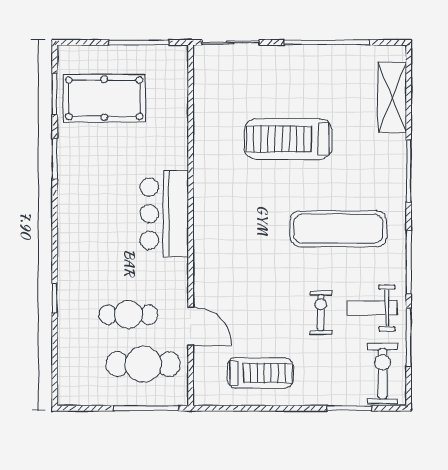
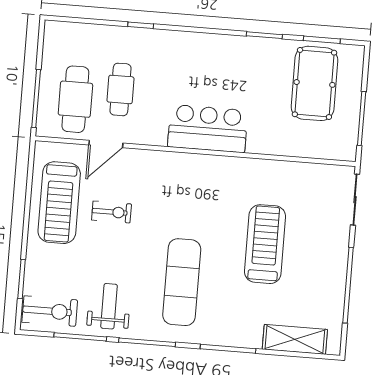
exercise bike: (321, 313) -> (112, 212), moved
treadmill: (260, 373) -> (59, 203), width x1.37, depth x1.38

